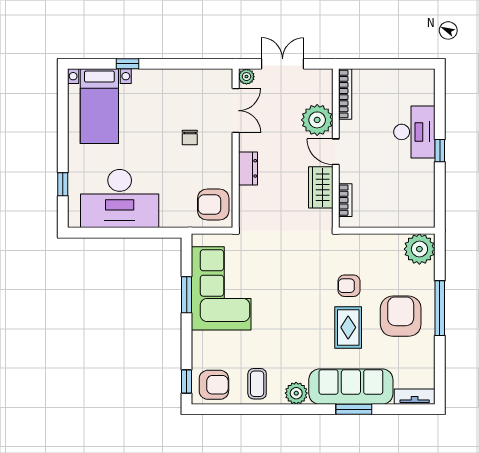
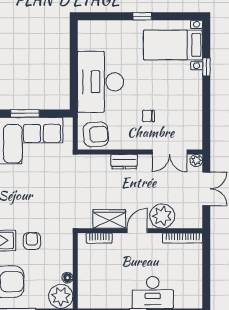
window: (63, 184) -> (142, 16), moved
desk: (120, 198) -> (100, 82), moved
armchair: (213, 204) -> (96, 134), turned 86
floor lamp: (396, 240) -> (67, 278), added

